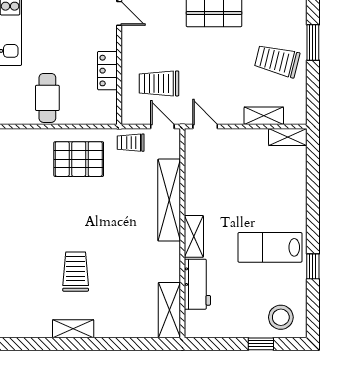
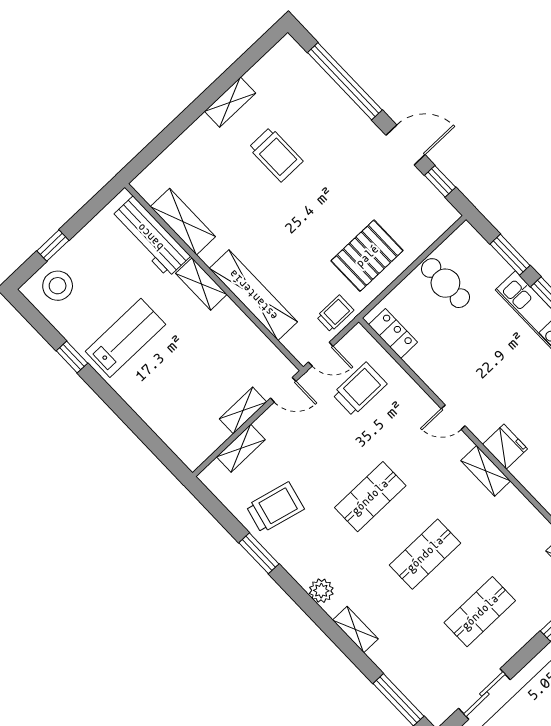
locker: (107, 71) -> (393, 333), moved
shelving: (288, 137) -> (243, 410), moved
workbench: (197, 284) -> (150, 237), width x1.38
shelving: (169, 310) -> (183, 222), moved

